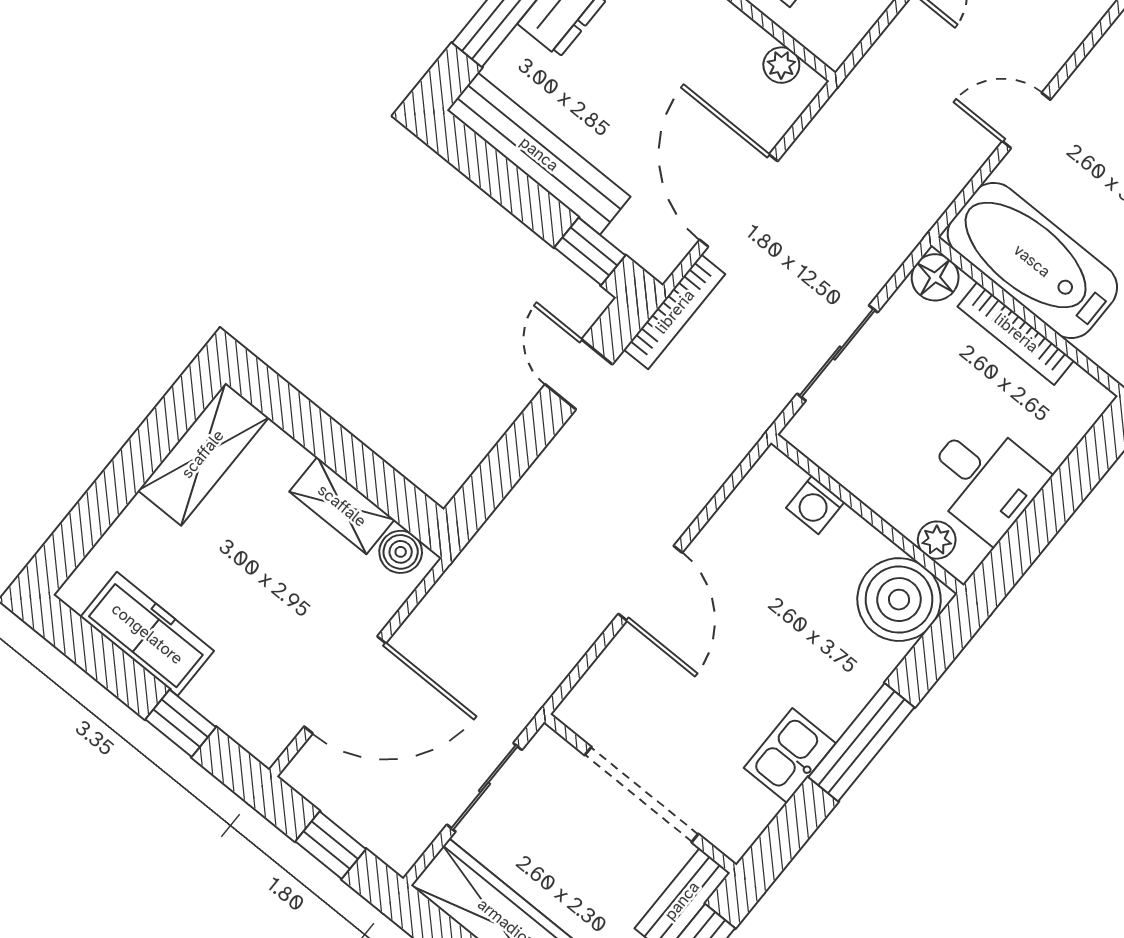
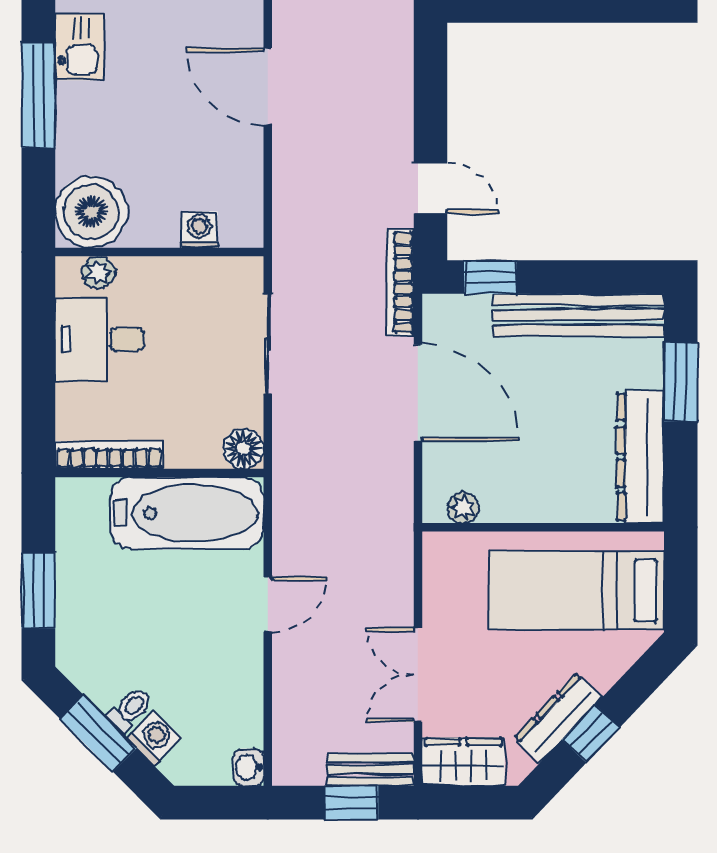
bookcase: (1016, 333) -> (109, 455), moved

